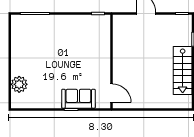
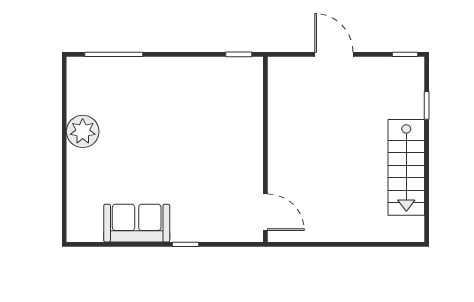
plant: (19, 84) -> (83, 131), moved
sofa: (78, 99) -> (137, 223), moved

